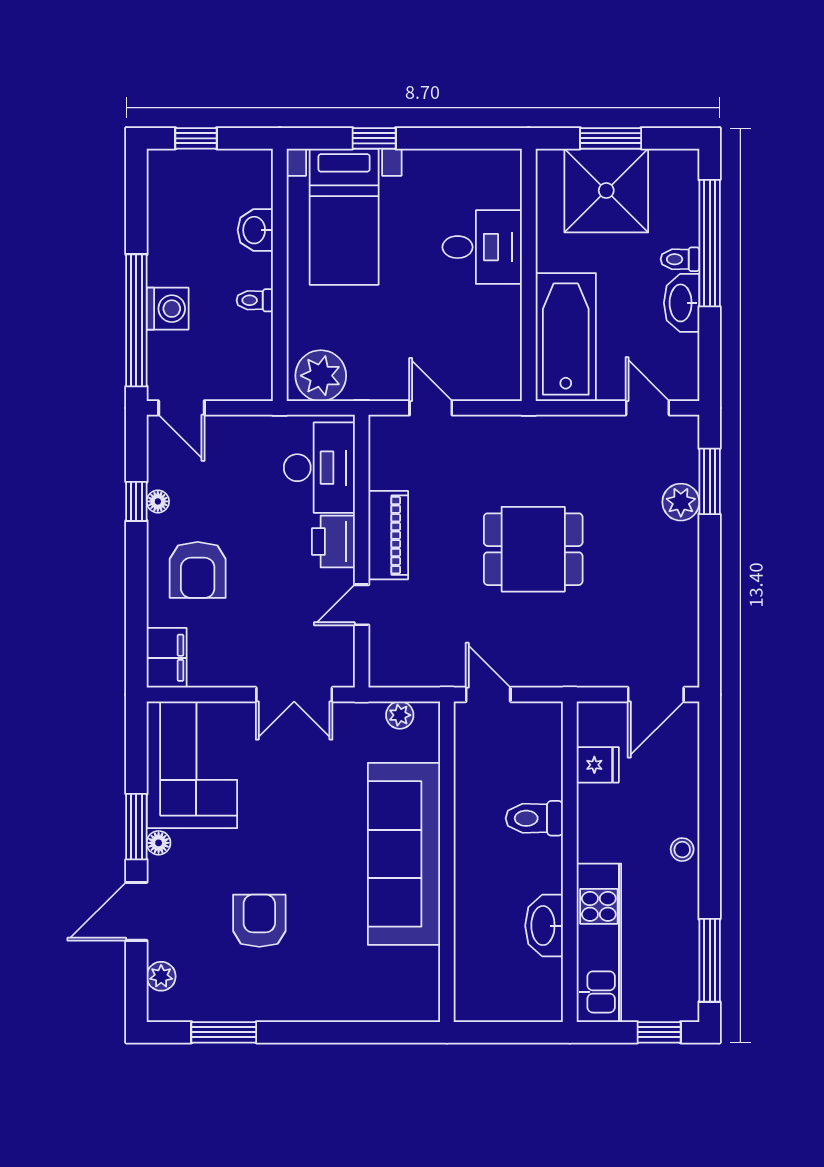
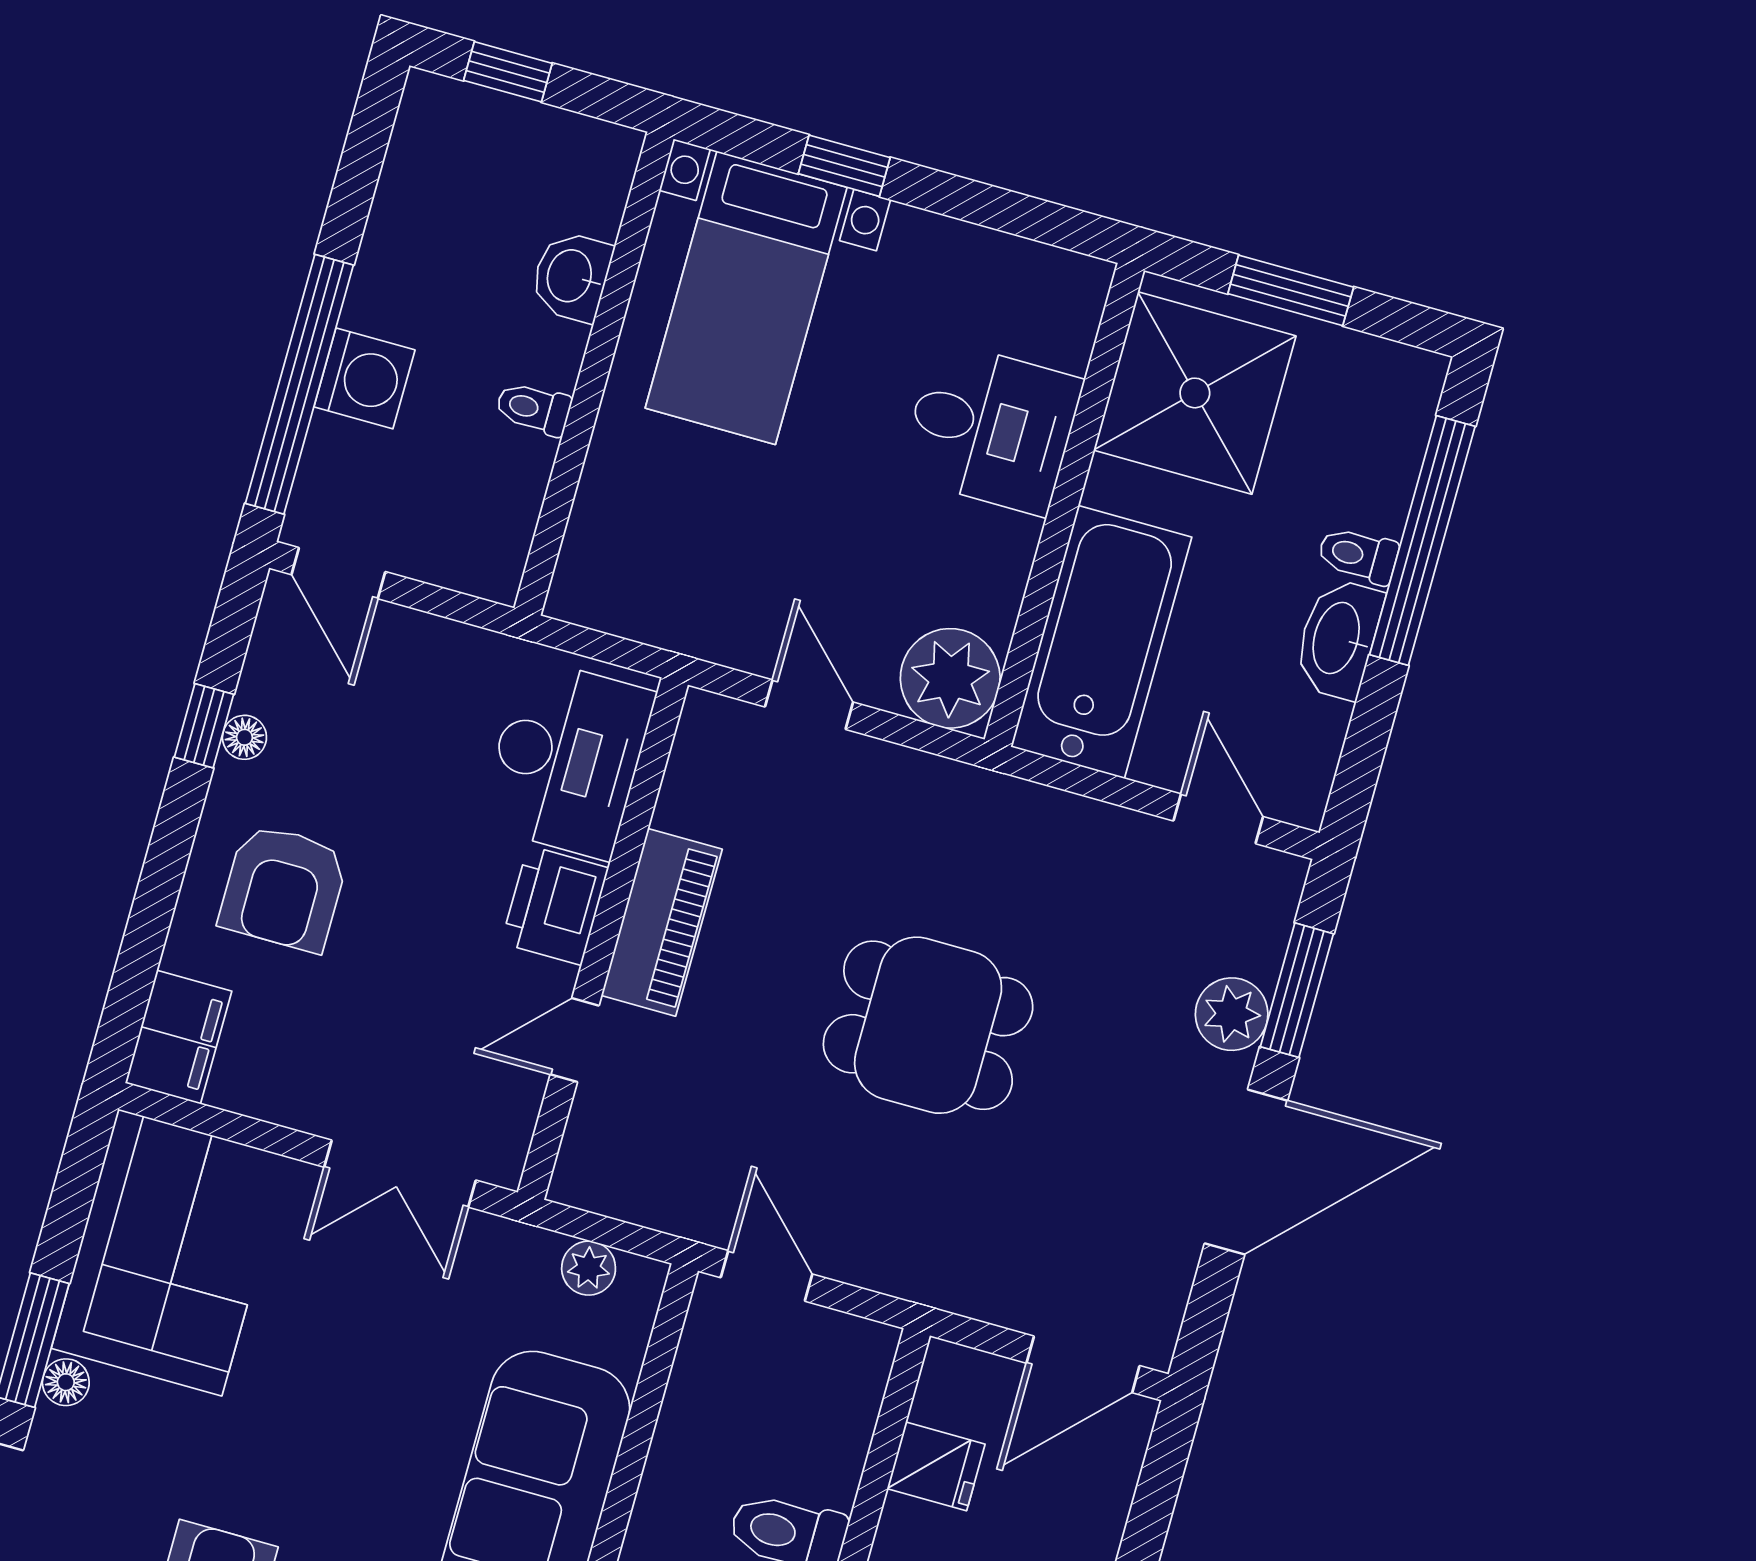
shower: (606, 191) -> (1195, 393), moved
plant: (321, 376) -> (950, 678), moved
door: (710, 578) -> (1246, 1172), added

